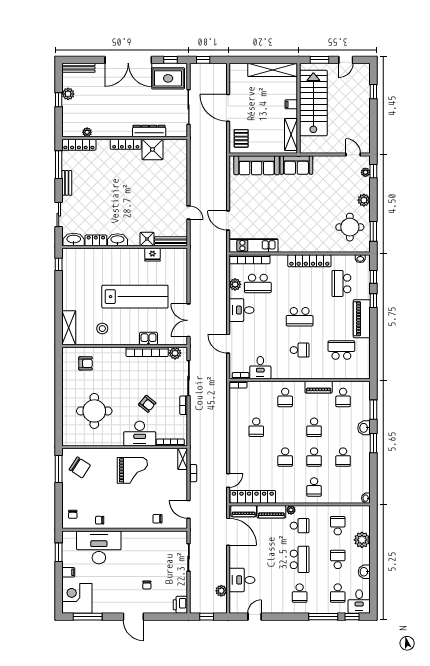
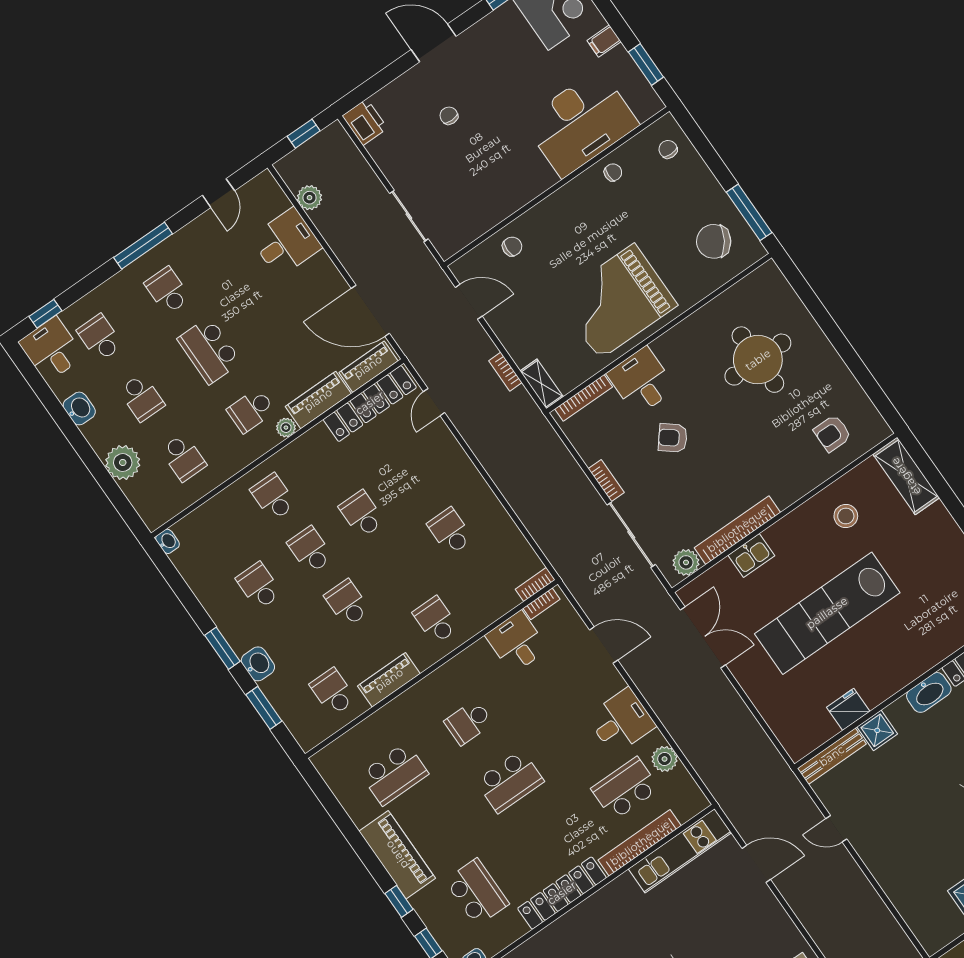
bookcase: (250, 259) -> (640, 843), moved
school desk: (300, 317) -> (510, 781), turned 180
desk: (140, 434) -> (642, 381), width x0.73
grand piano: (132, 470) -> (617, 301), width x1.37, depth x1.48
window: (323, 617) -> (143, 246), moved

